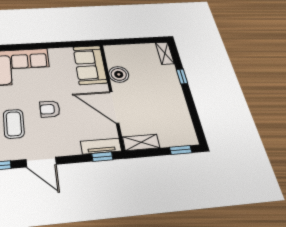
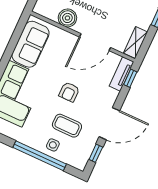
sofa: (90, 65) -> (30, 44), moved, turned -90
door: (41, 162) -> (109, 124), width x1.36

